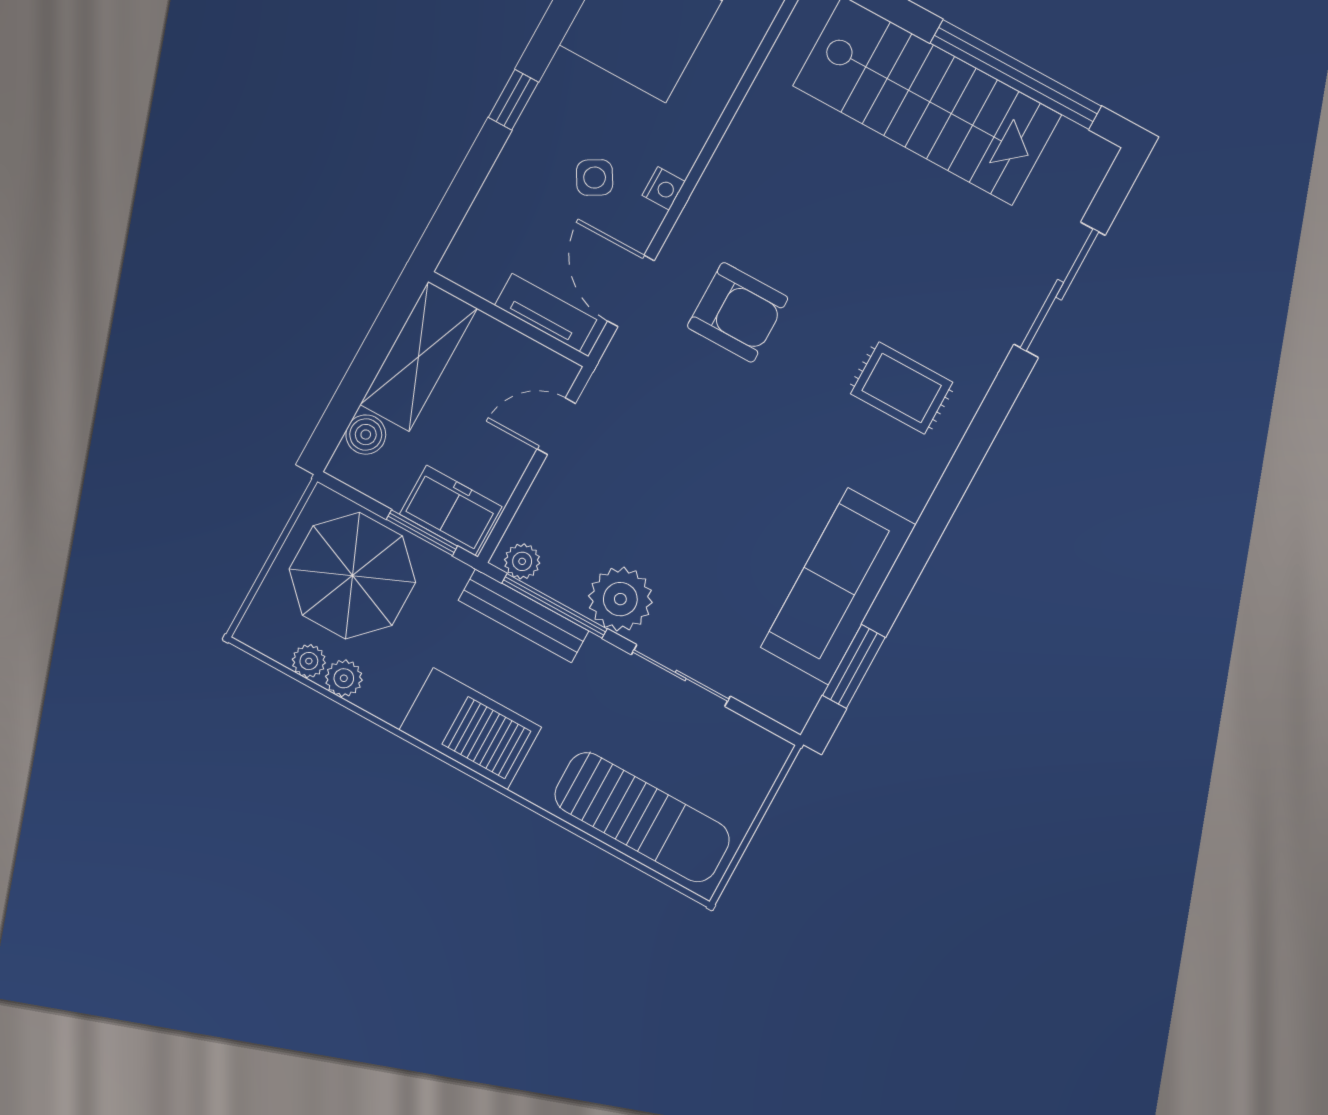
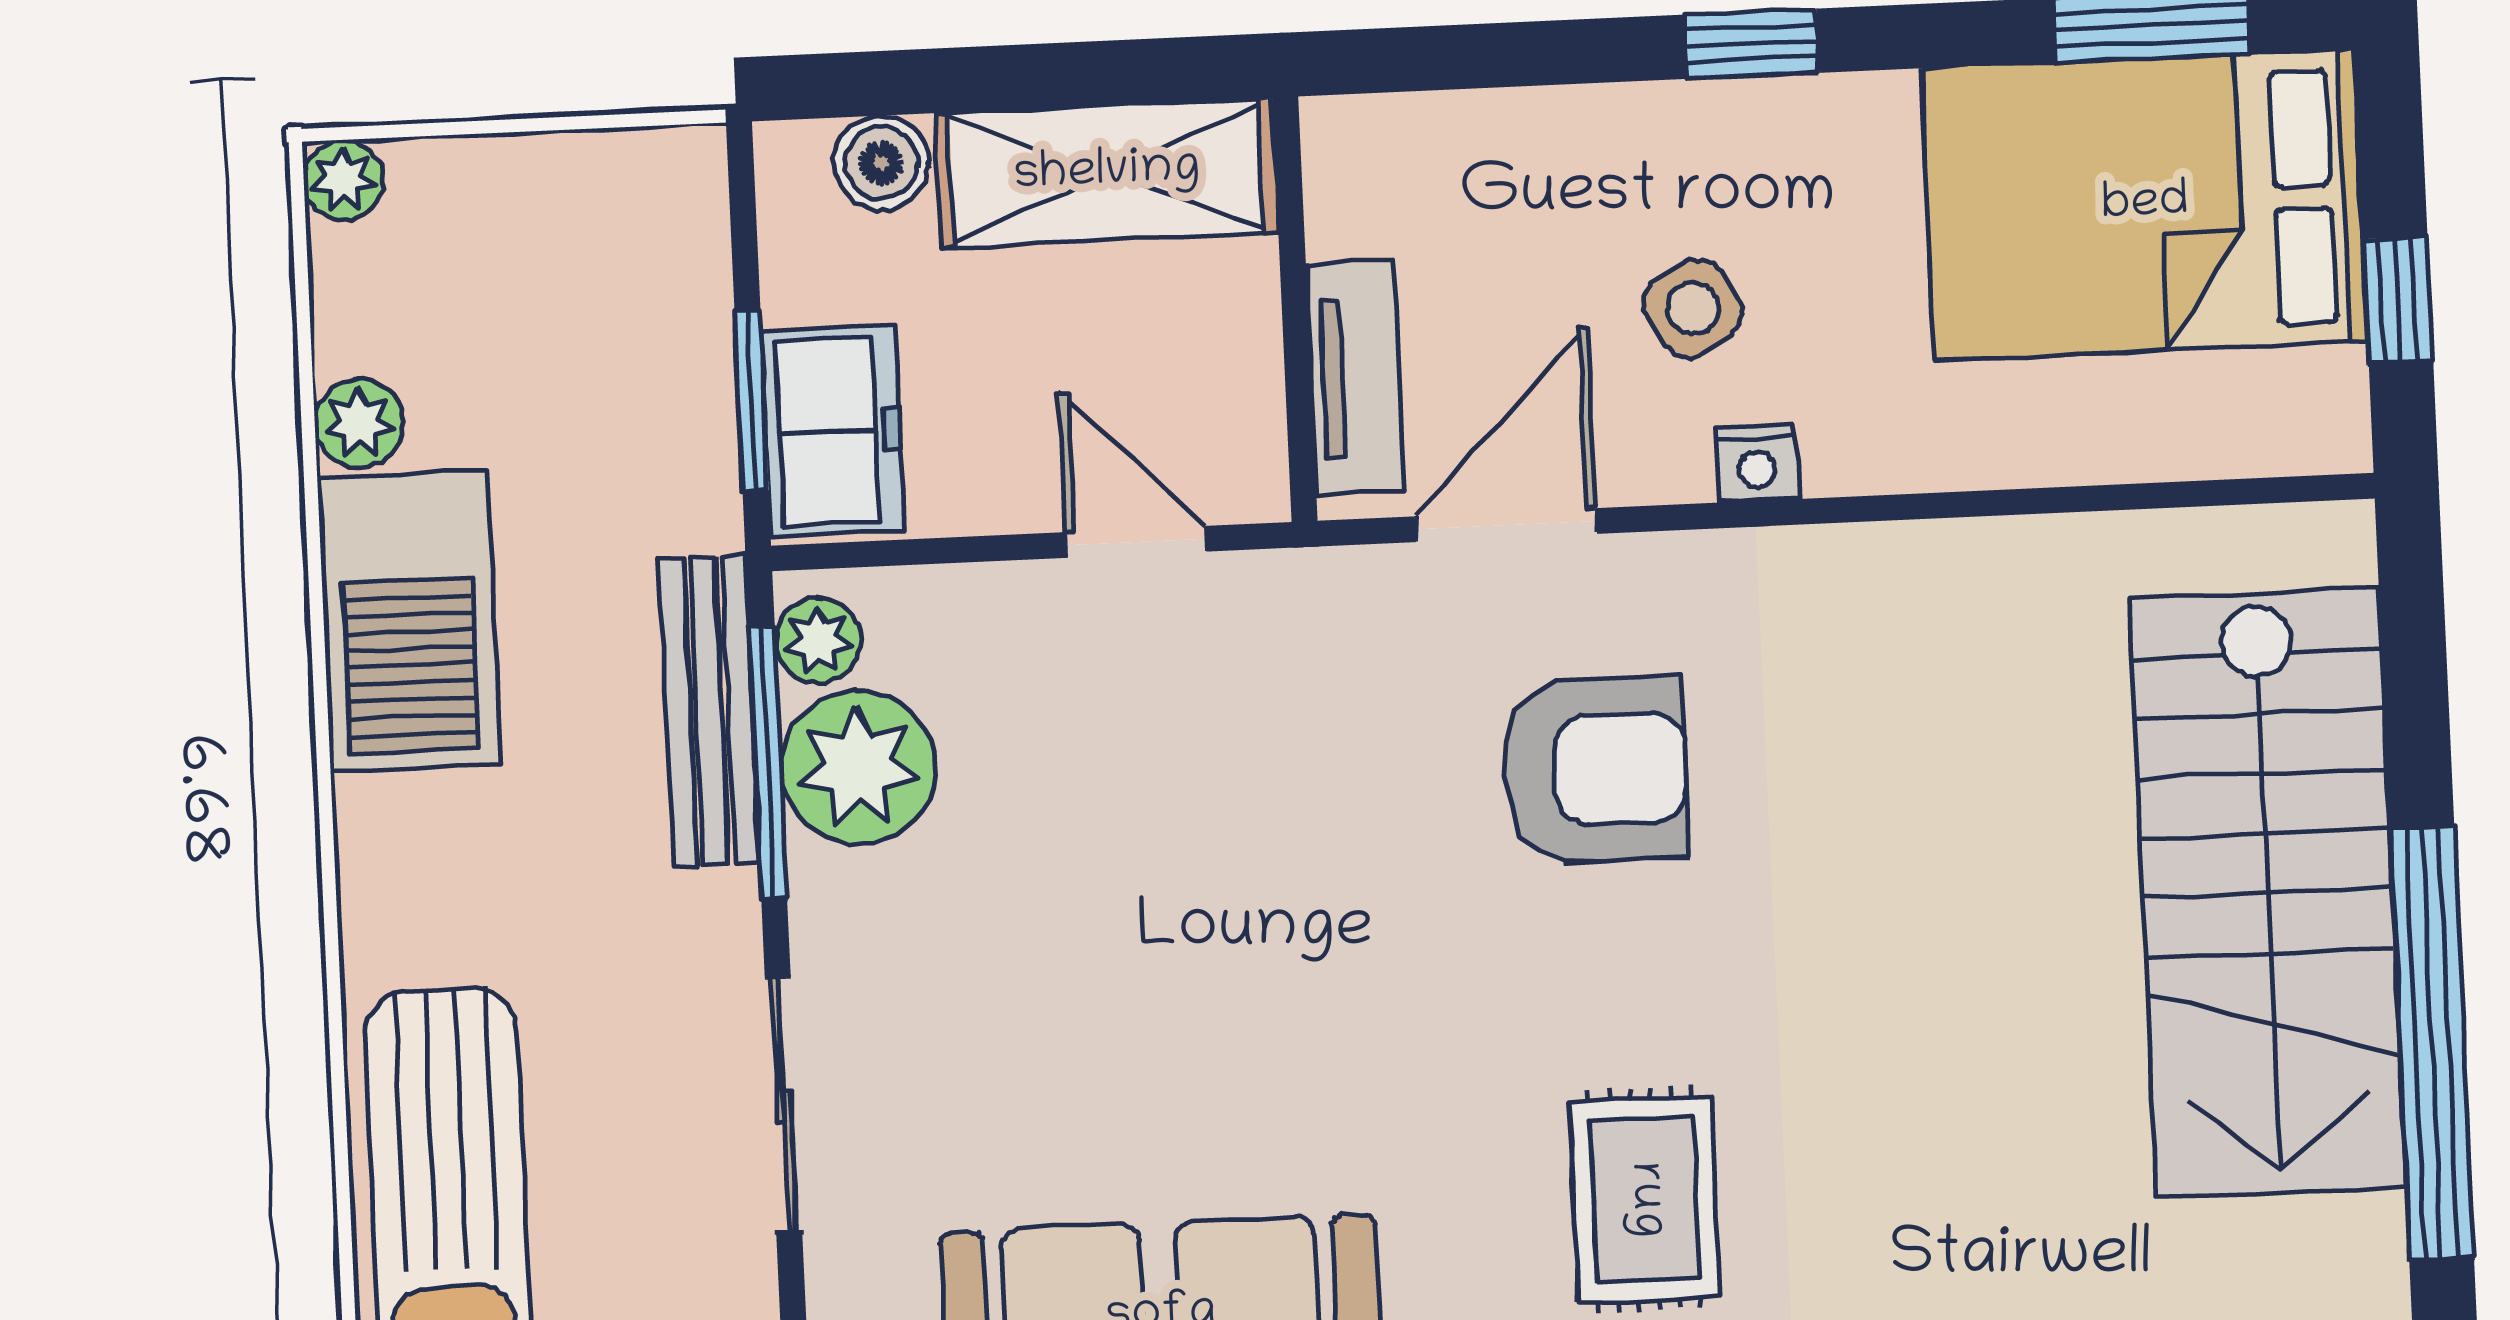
armchair: (738, 312) -> (1595, 770), turned -90
parasol: (352, 576) -> (578, 312), removed
plant: (620, 599) -> (858, 767), moved
plant: (309, 661) -> (344, 180), moved
barbecue: (470, 729) -> (409, 621), moved

